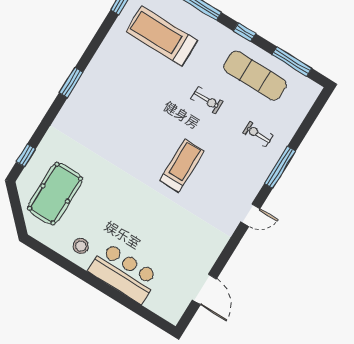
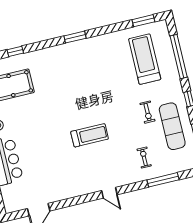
exercise bike: (207, 100) -> (147, 112), moved
window: (280, 167) -> (163, 180), moved
door: (250, 215) -> (109, 193), moved

